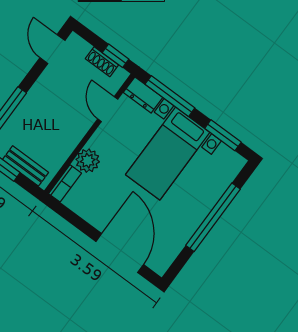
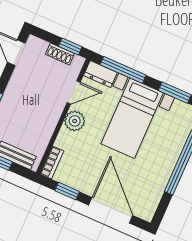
door: (108, 109) -> (74, 92), swing flipped
plant: (88, 161) -> (75, 121), moved
window: (75, 220) -> (67, 191), added

